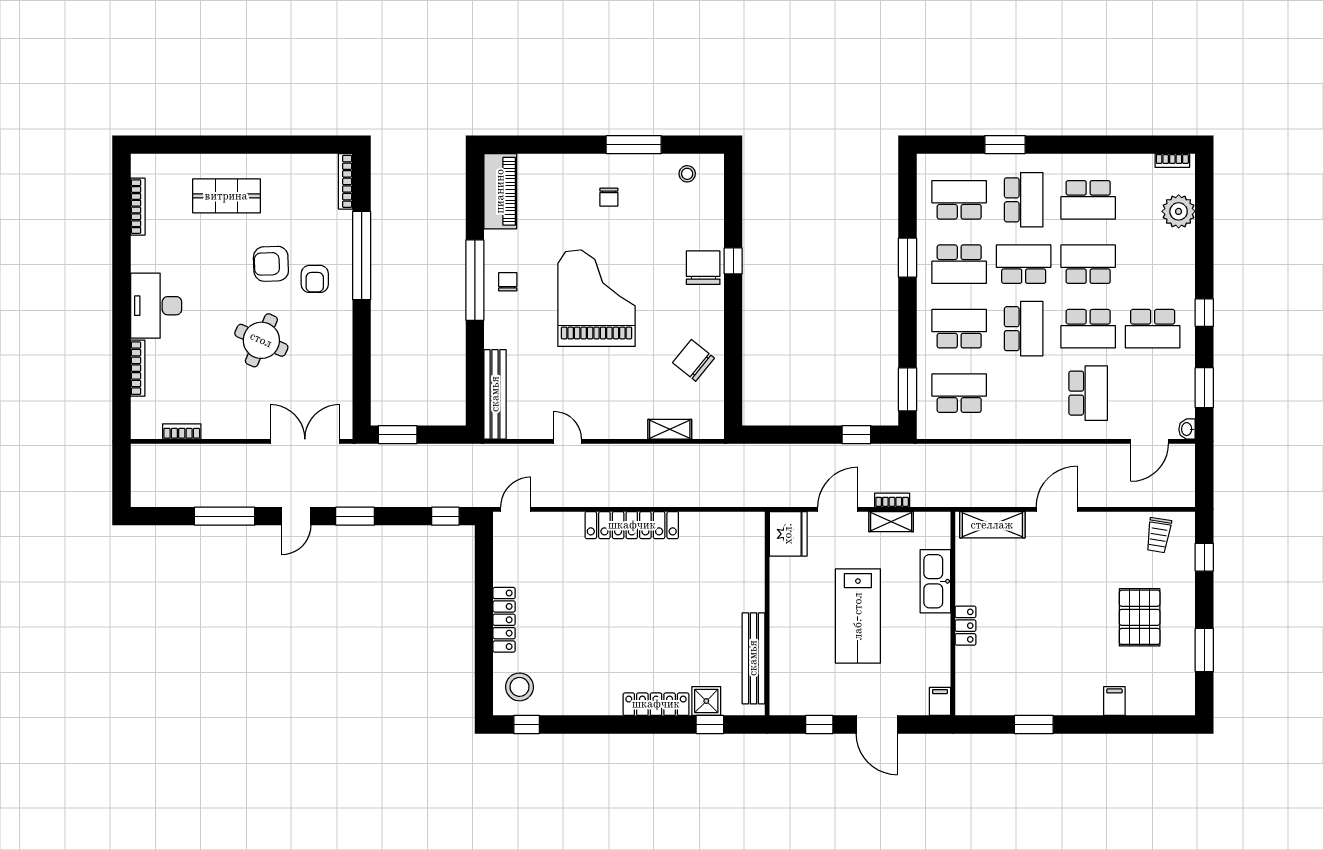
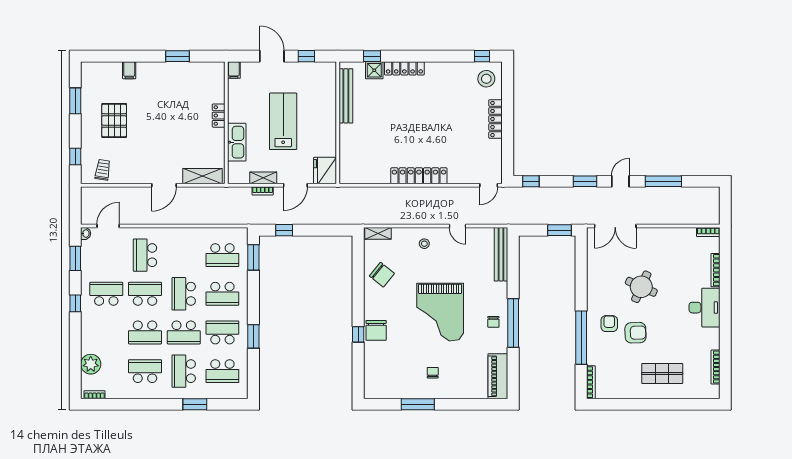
stool: (687, 174) -> (424, 244), moved
shelving: (670, 429) -> (378, 233), moved
bookcase: (182, 431) -> (708, 232), moved

